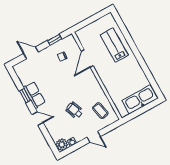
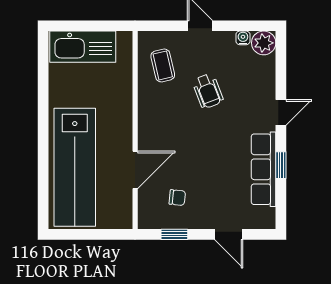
lab bench: (114, 45) -> (75, 167), width x1.86, depth x1.39
row of seats: (34, 95) -> (264, 169), width x1.48
door: (38, 119) -> (281, 112), swing flipped

